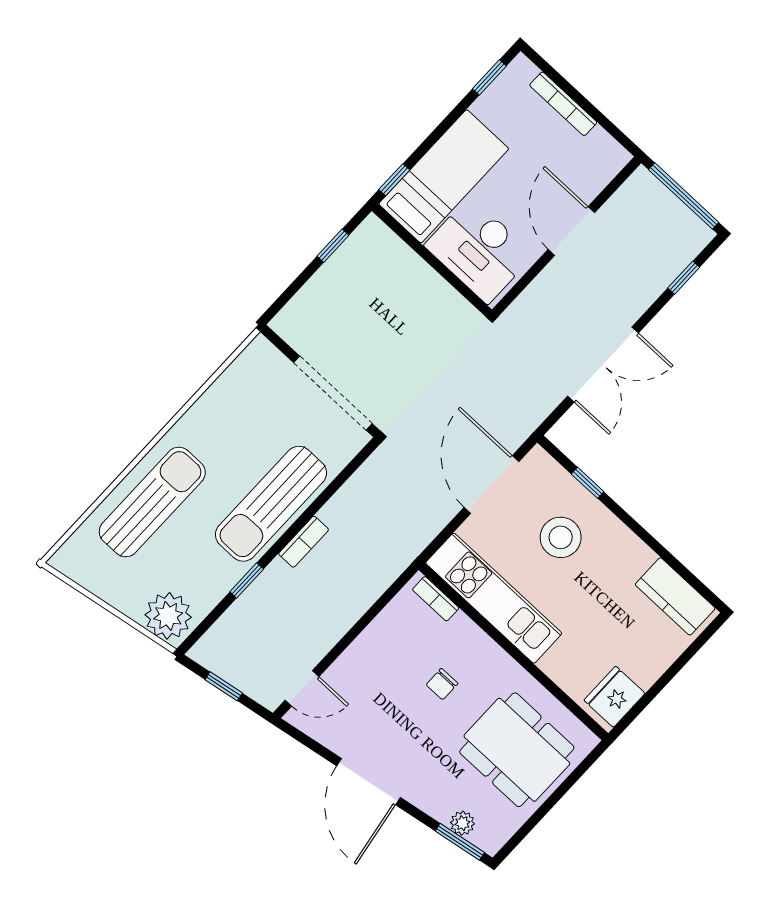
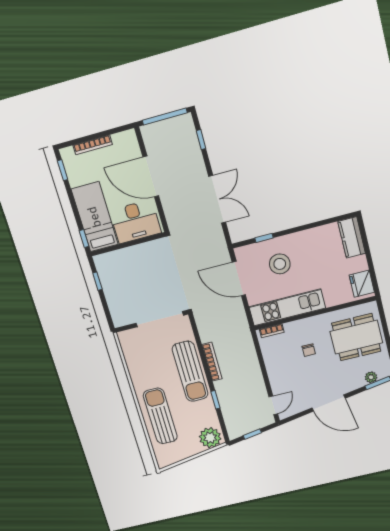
door: (571, 231) -> (151, 177), width x1.36
bookcase: (304, 542) -> (212, 362), width x1.56
kitchen counter: (675, 596) -> (352, 237), moved, turned 90

